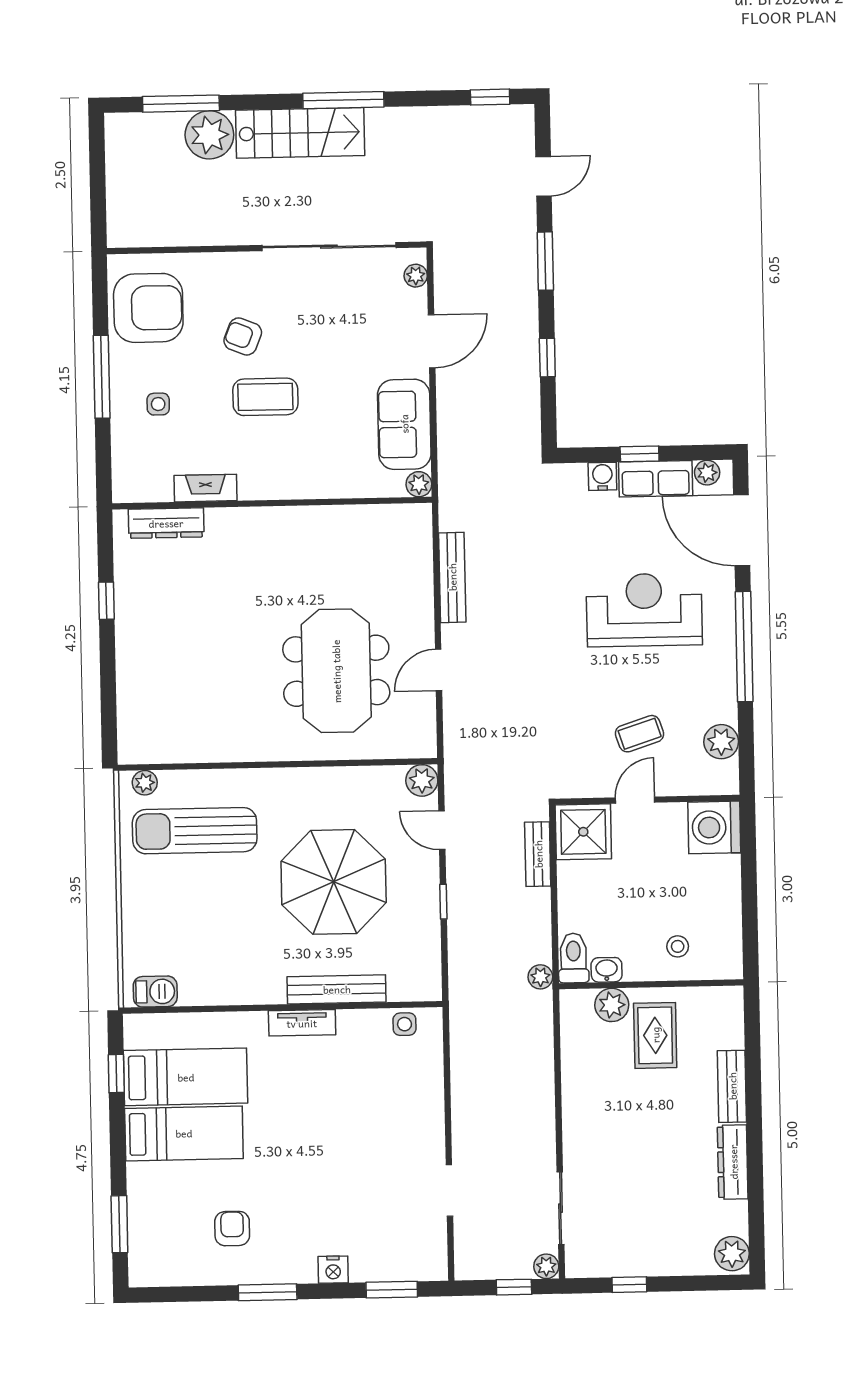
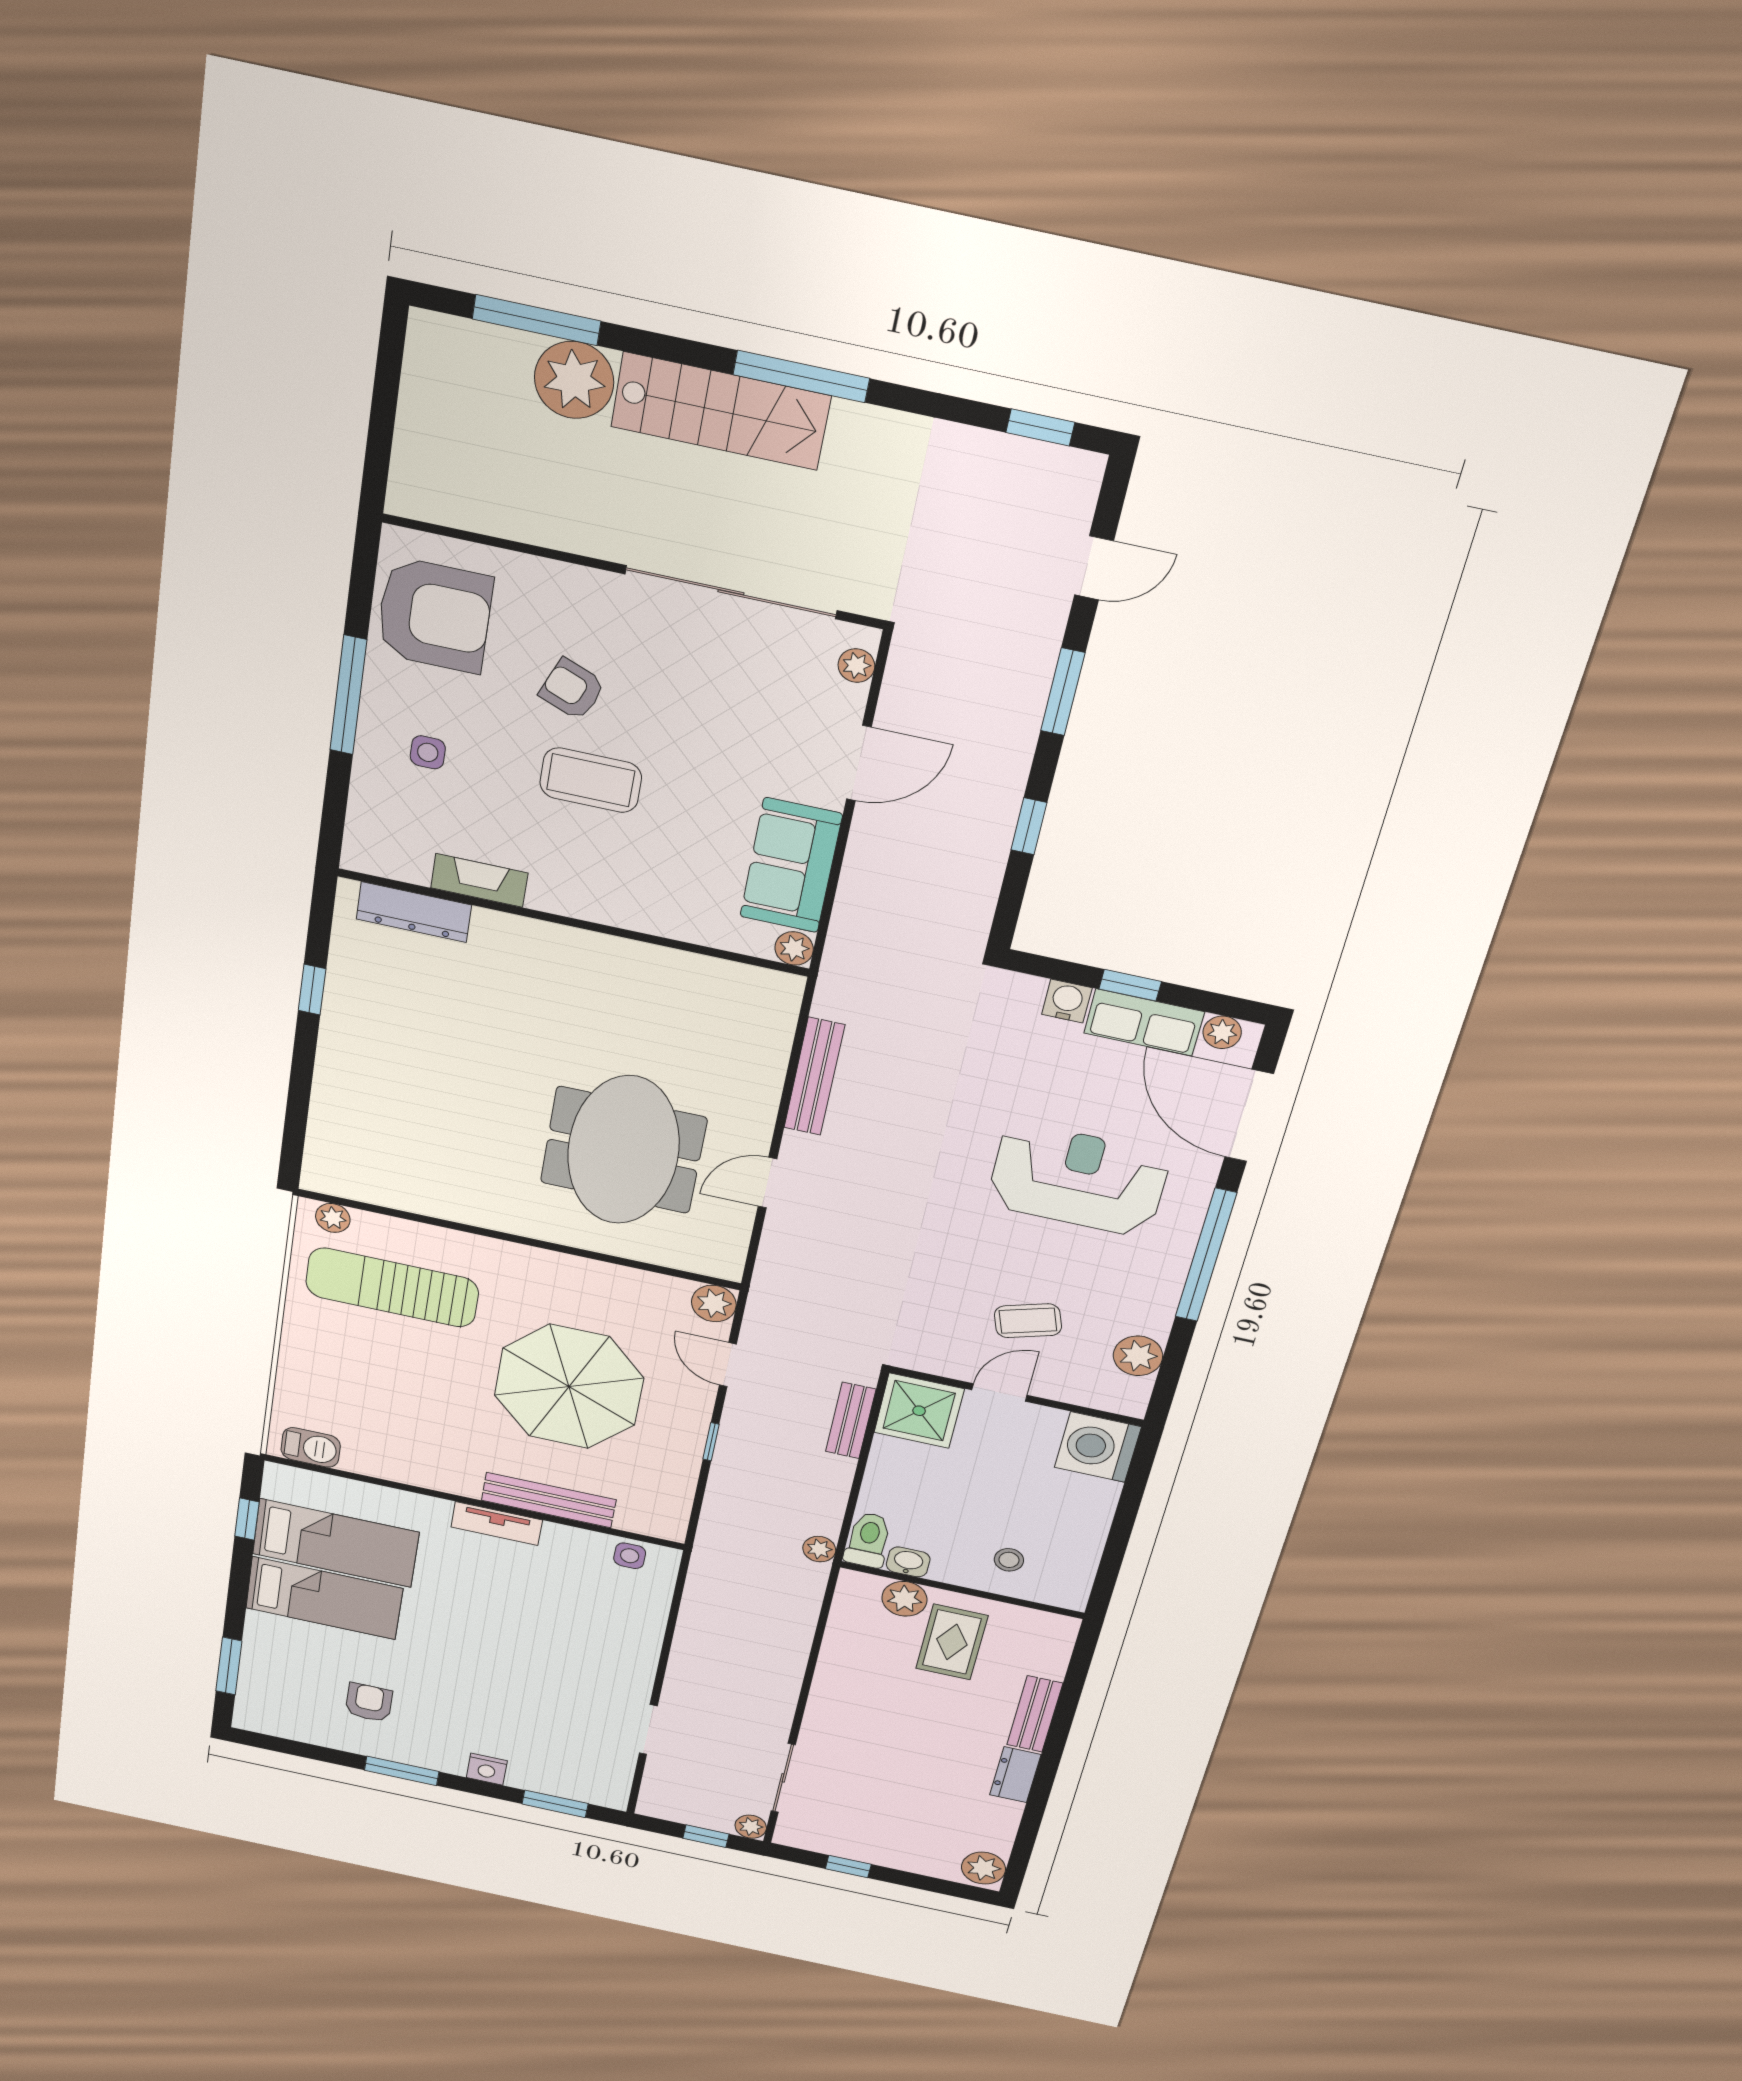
dresser: (733, 1162) -> (1015, 1775), width x0.70

